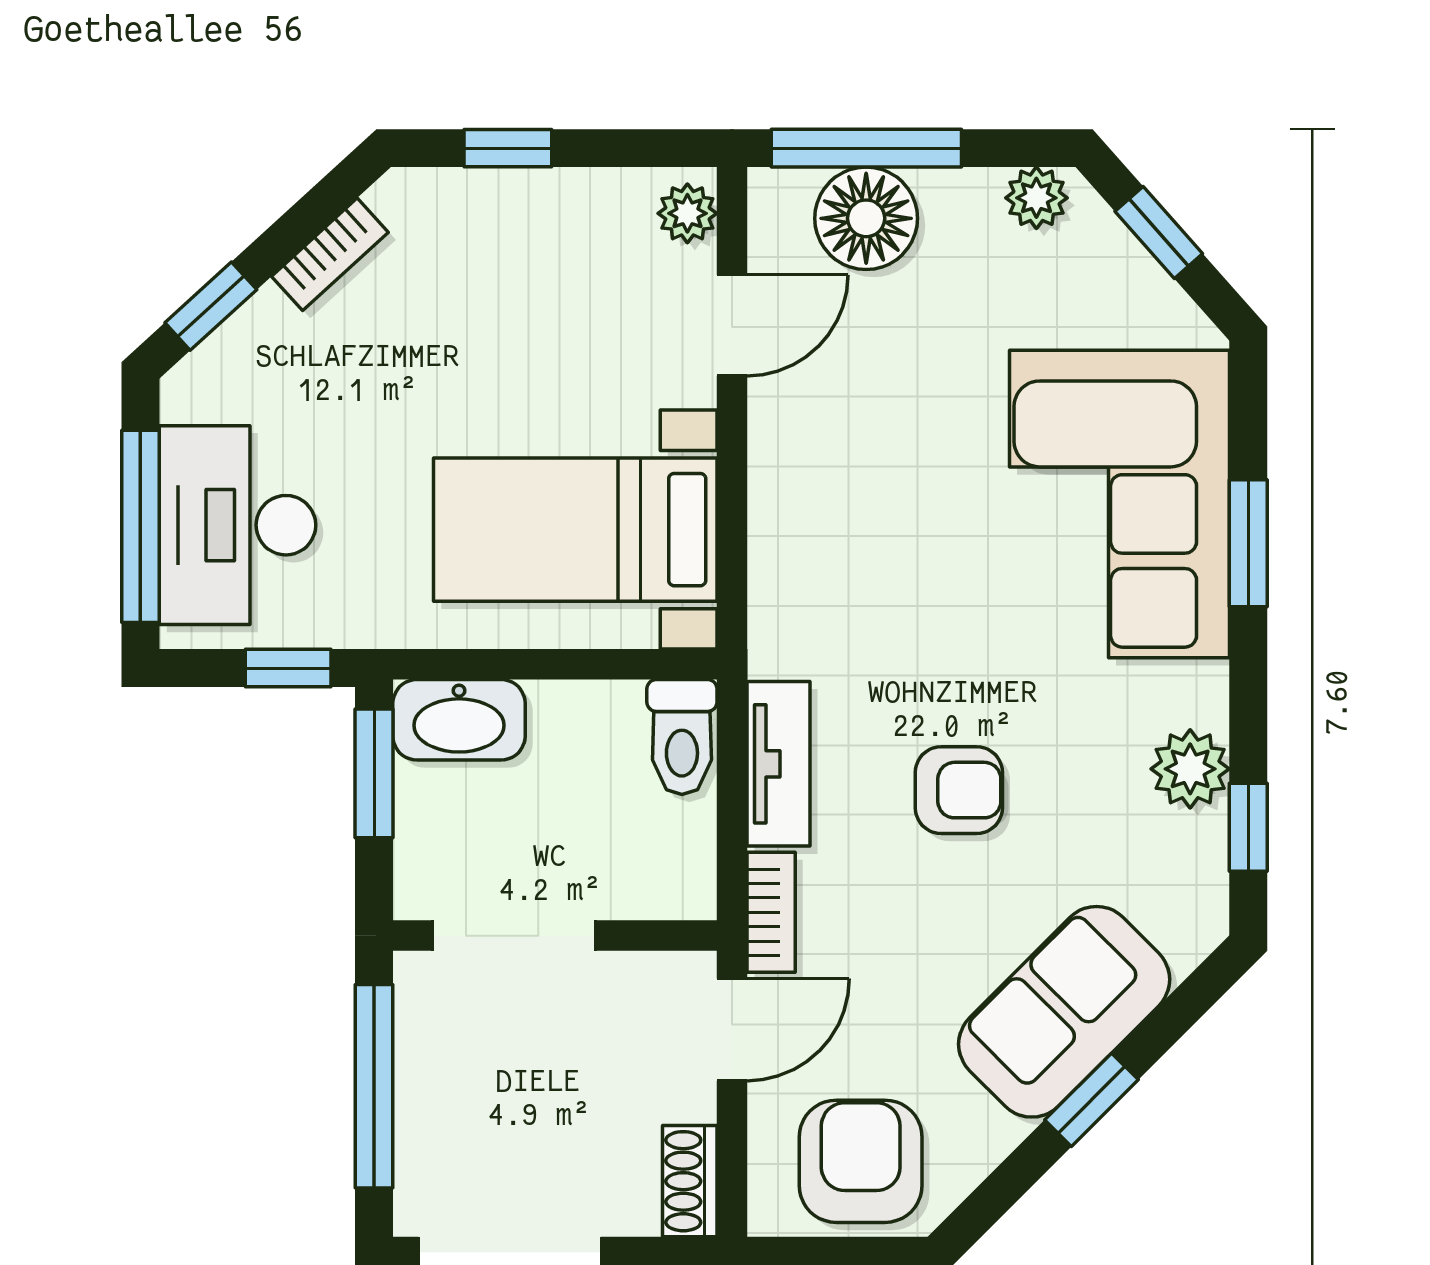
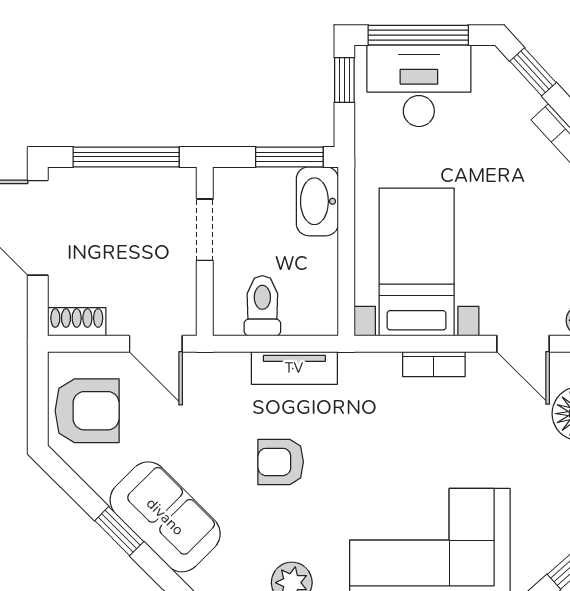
window: (288, 668) -> (344, 80), moved
toilet: (682, 737) -> (262, 306), moved, turned 90
armchair: (959, 790) -> (281, 462), turned 90
bookcase: (771, 912) -> (434, 364), moved
doorway: (514, 936) -> (205, 230), width x0.73

